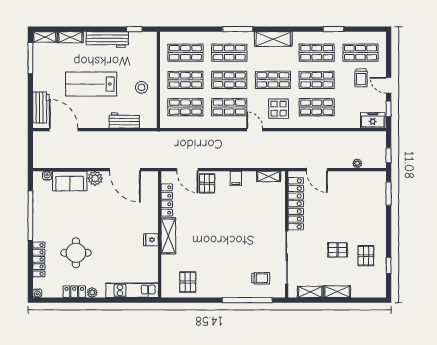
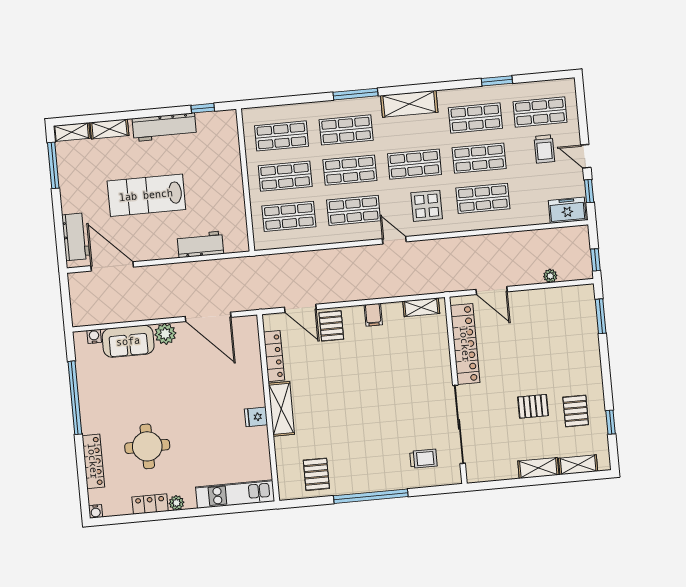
stool: (142, 87) -> (221, 193), removed
shelving: (310, 292) -> (578, 465), moved
window: (247, 300) -> (371, 496), moved

